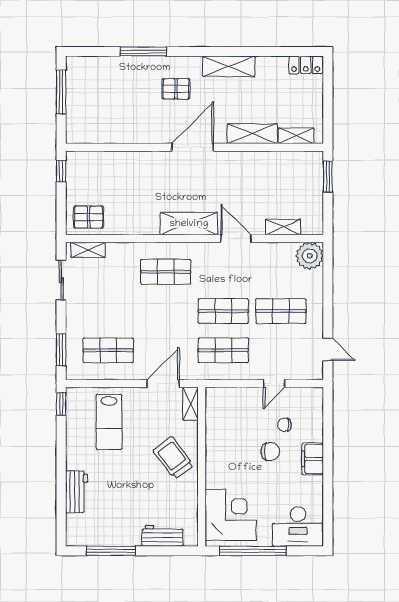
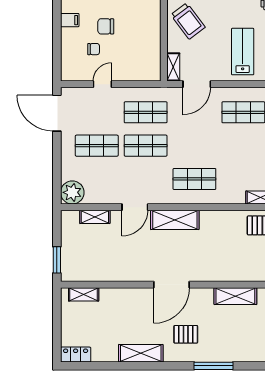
shelving: (252, 134) -> (235, 296), moved
door: (236, 239) -> (135, 207), hinge flipped
door: (328, 349) -> (57, 113), width x1.87
filing cabinet: (313, 459) -> (70, 20), width x0.50

